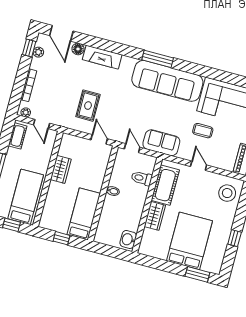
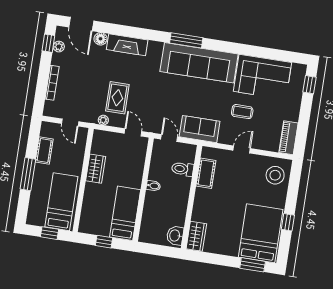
plant: (26, 112) -> (103, 120), moved
cot: (18, 136) -> (44, 151), moved
door: (199, 166) -> (242, 149), hinge flipped
cot: (165, 185) -> (206, 173), width x0.73, depth x0.75
wardrobe: (155, 216) -> (196, 236), moved
bed: (190, 241) -> (261, 233), moved

